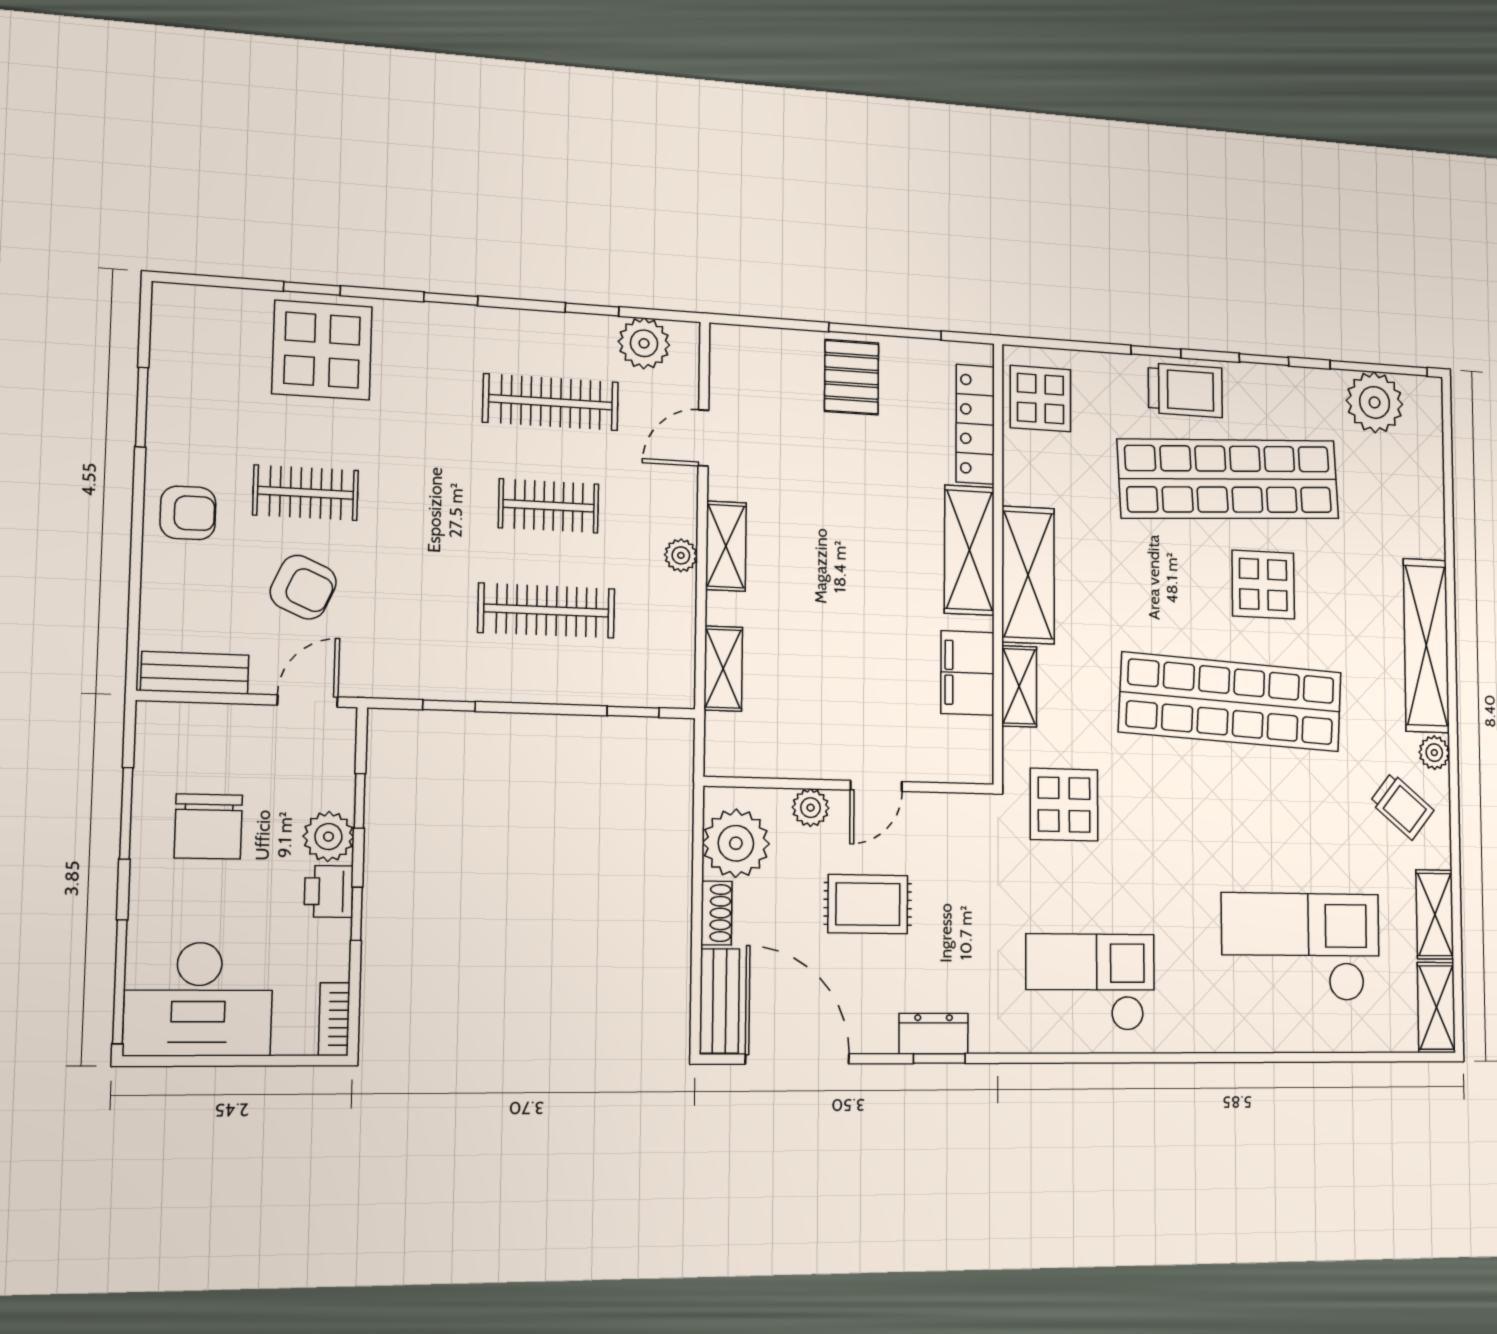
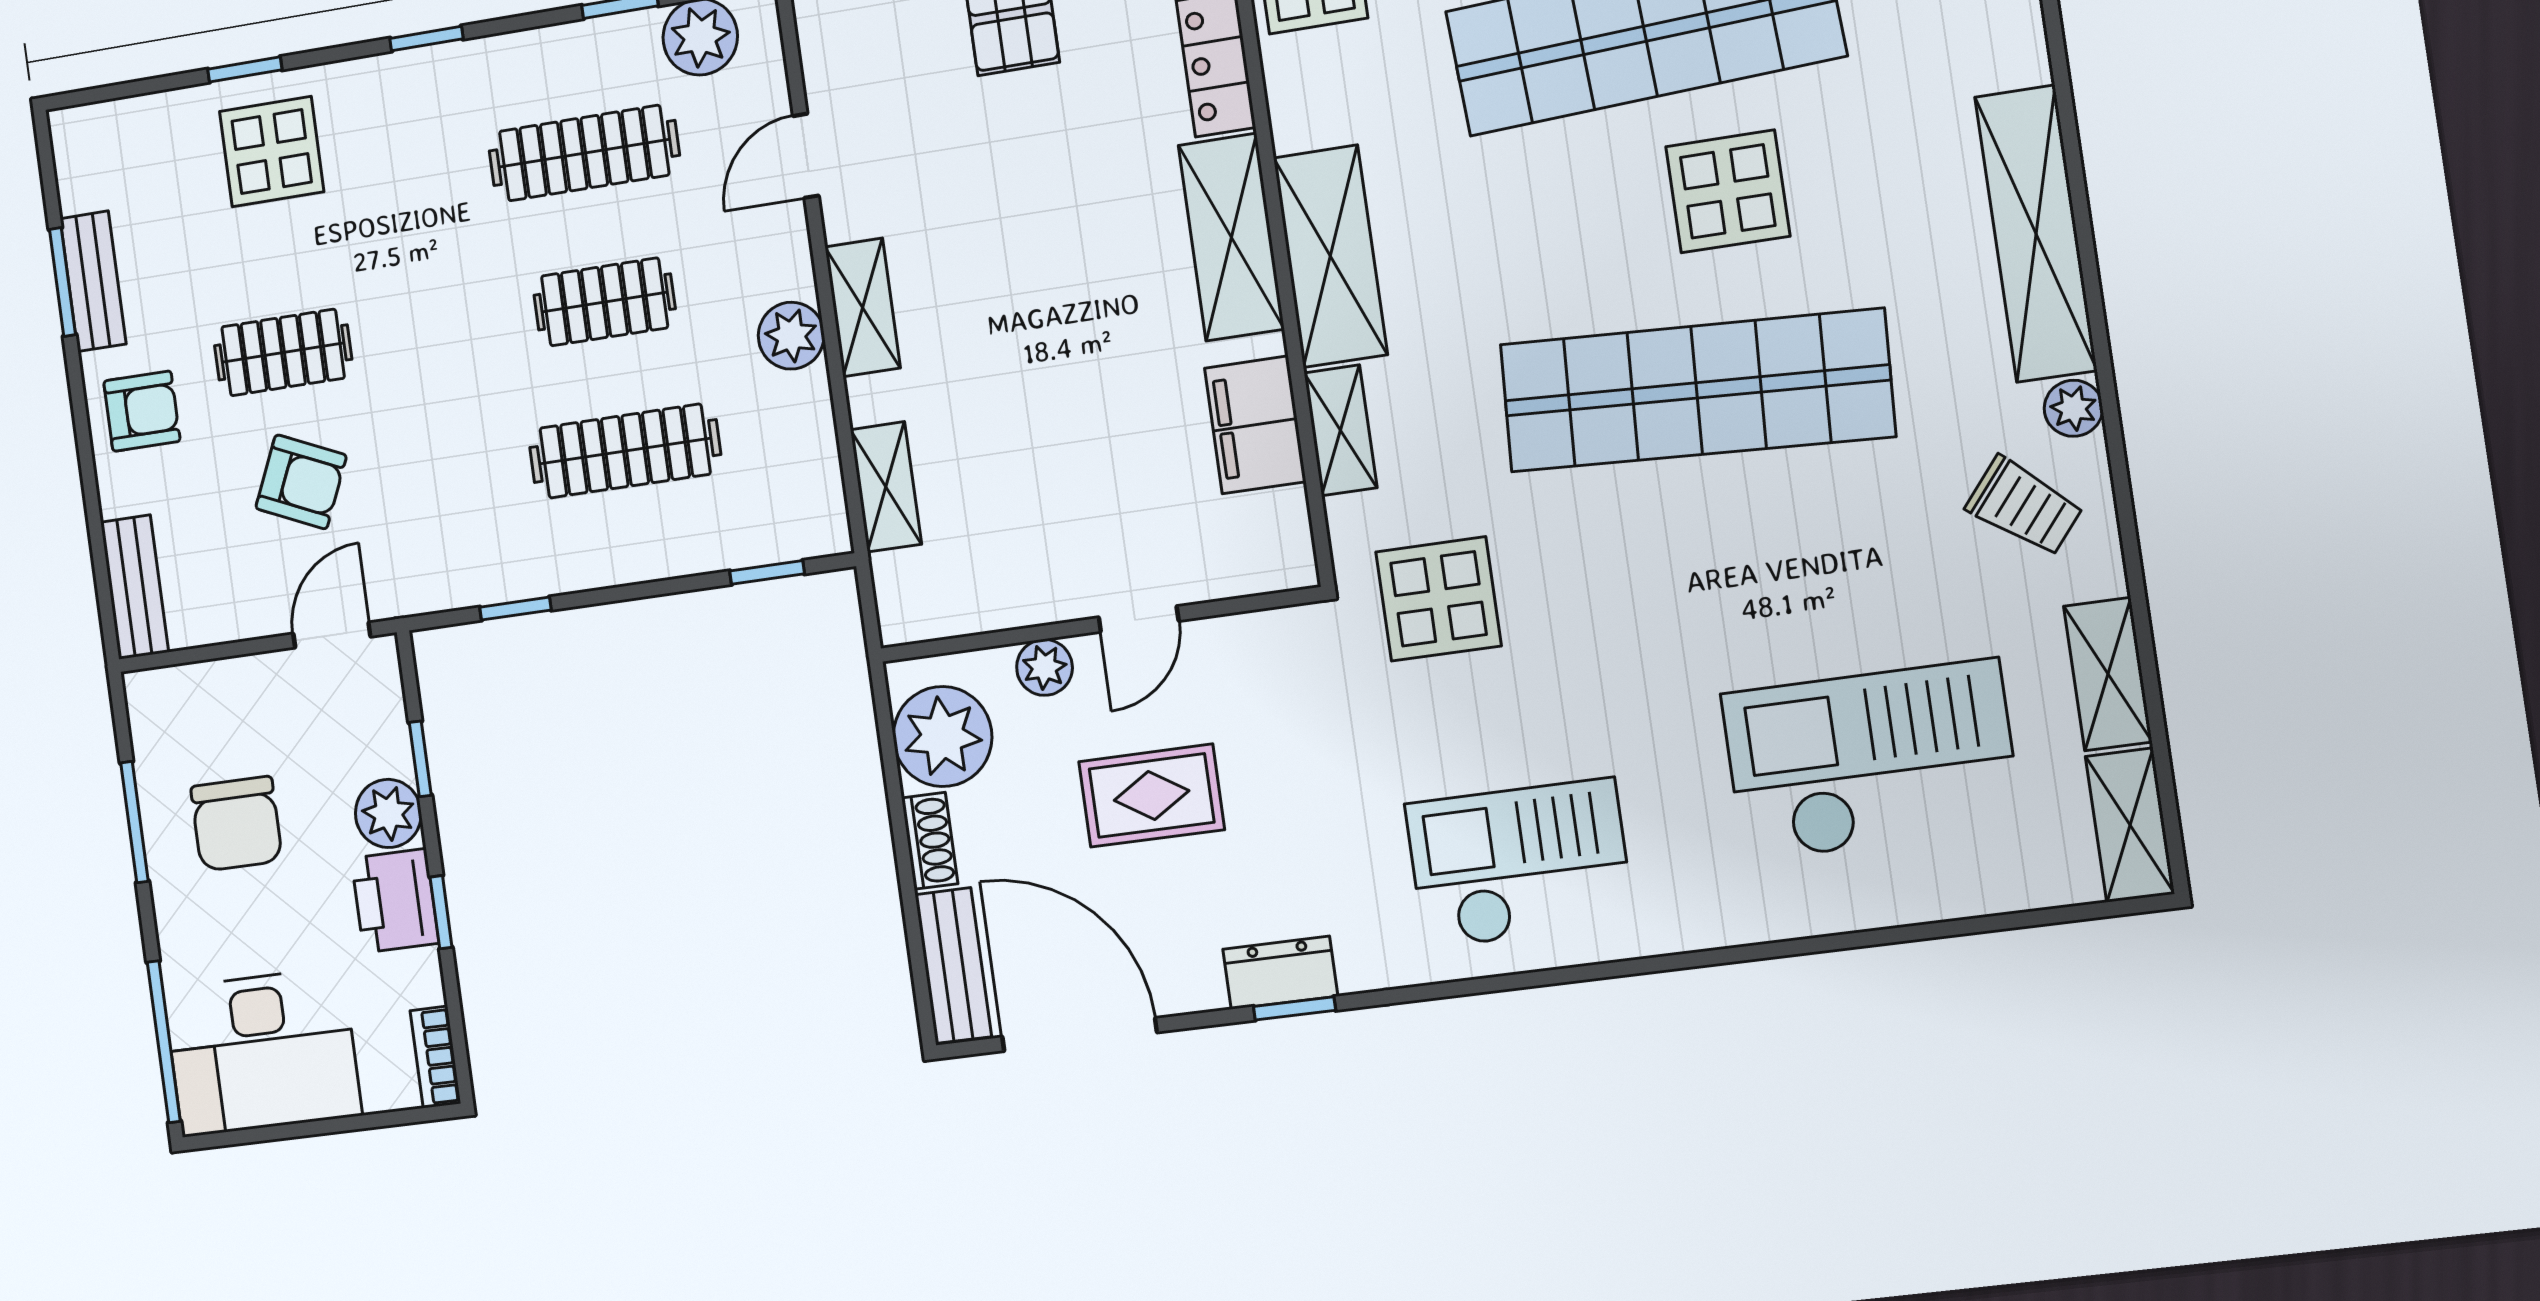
display table: (322, 350) -> (272, 152), width x0.73, depth x0.73
bench: (166, 412) -> (93, 281), added
plant: (681, 555) -> (791, 336), width x1.38, depth x1.38
bench: (195, 673) -> (135, 587), moved, turned 90
printer: (329, 891) -> (395, 901), width x1.36, depth x1.24

